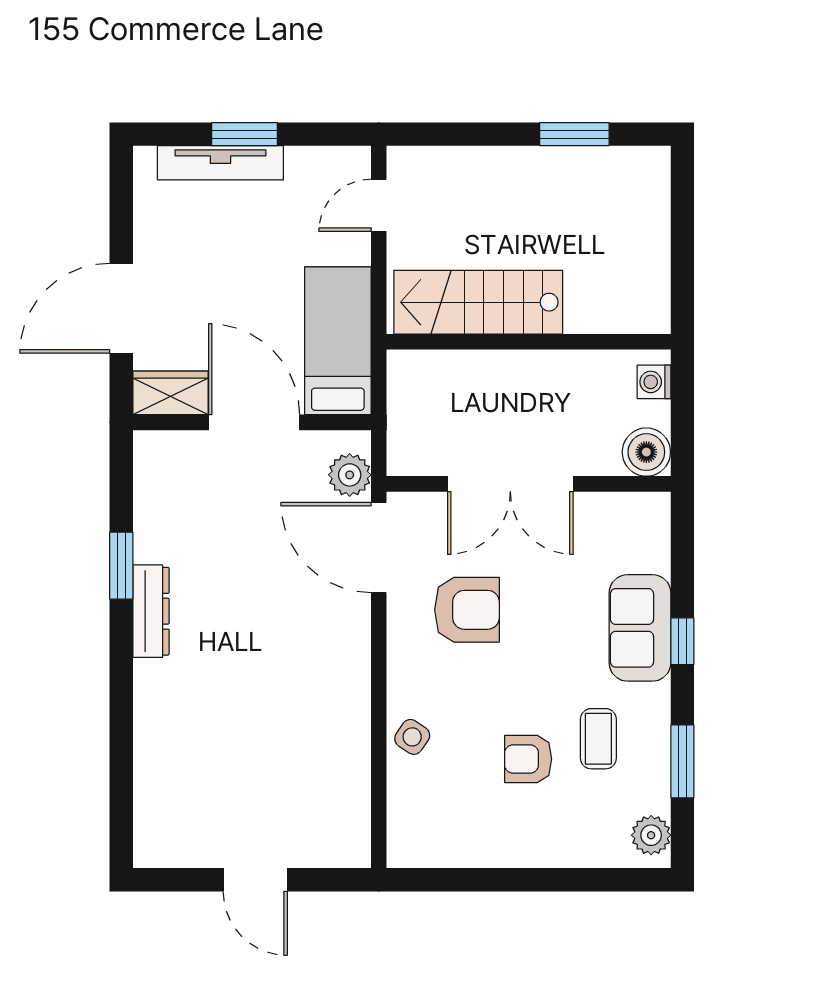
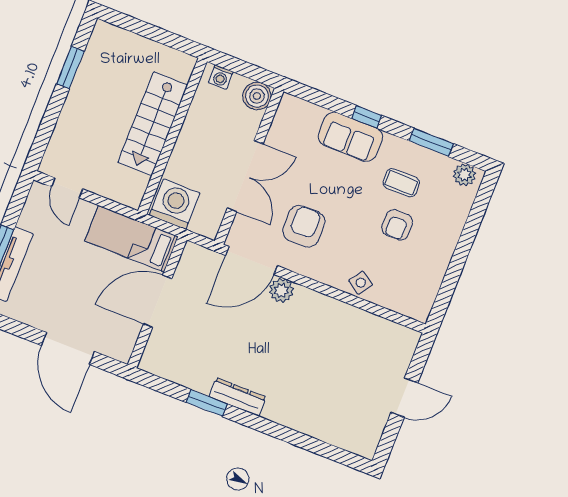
stairs: (478, 302) -> (153, 124), moved
washing machine: (420, 388) -> (175, 204), added
wardrobe: (170, 393) -> (124, 340), removed
plant: (350, 475) -> (281, 290), moved

